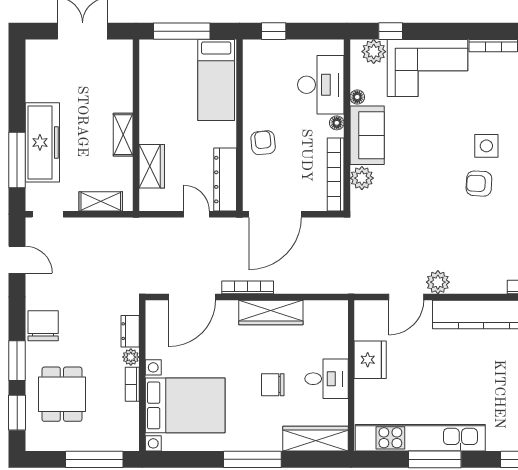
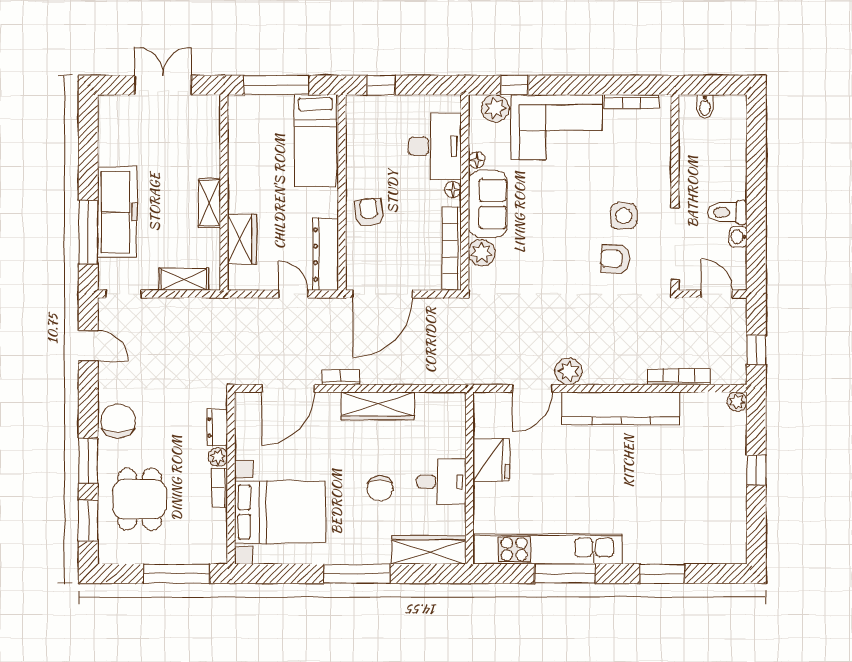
bookcase: (248, 287) -> (341, 377), width x0.64
chair: (273, 385) -> (380, 488), turned -90

